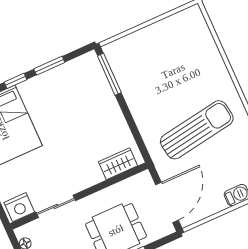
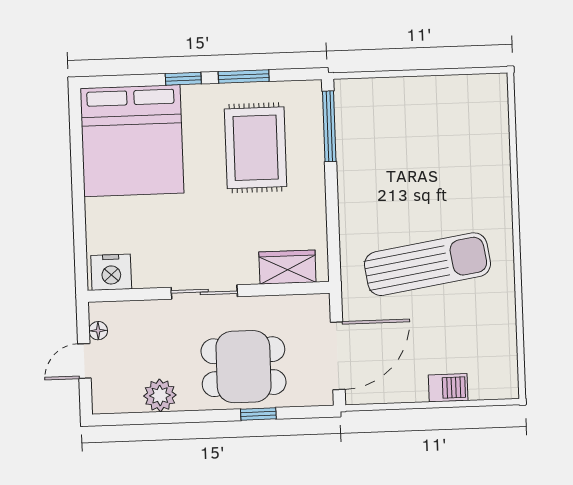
rug: (72, 103) -> (256, 148), added
sliding door: (56, 206) -> (204, 292), moved

